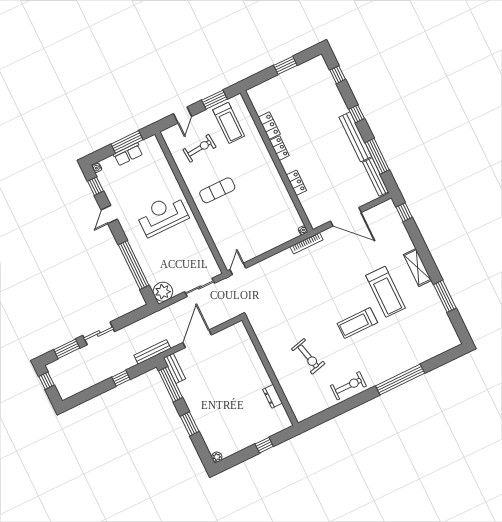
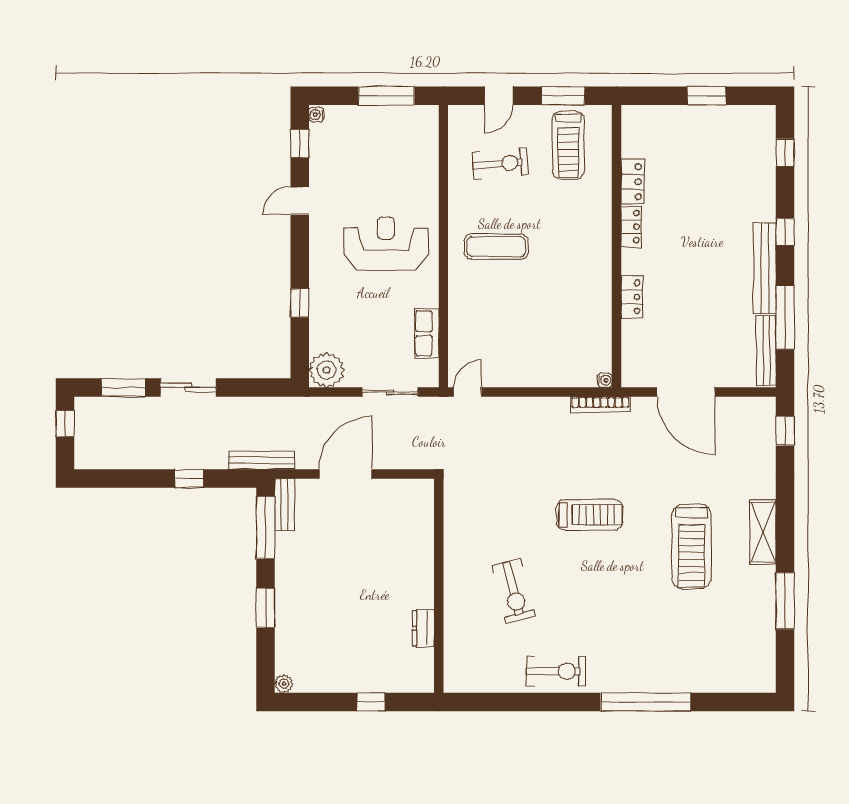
row of seats: (128, 154) -> (427, 333), moved, turned 90
window: (134, 265) -> (300, 303), width x0.32
treadmill: (357, 323) -> (590, 515), moved, turned 180

